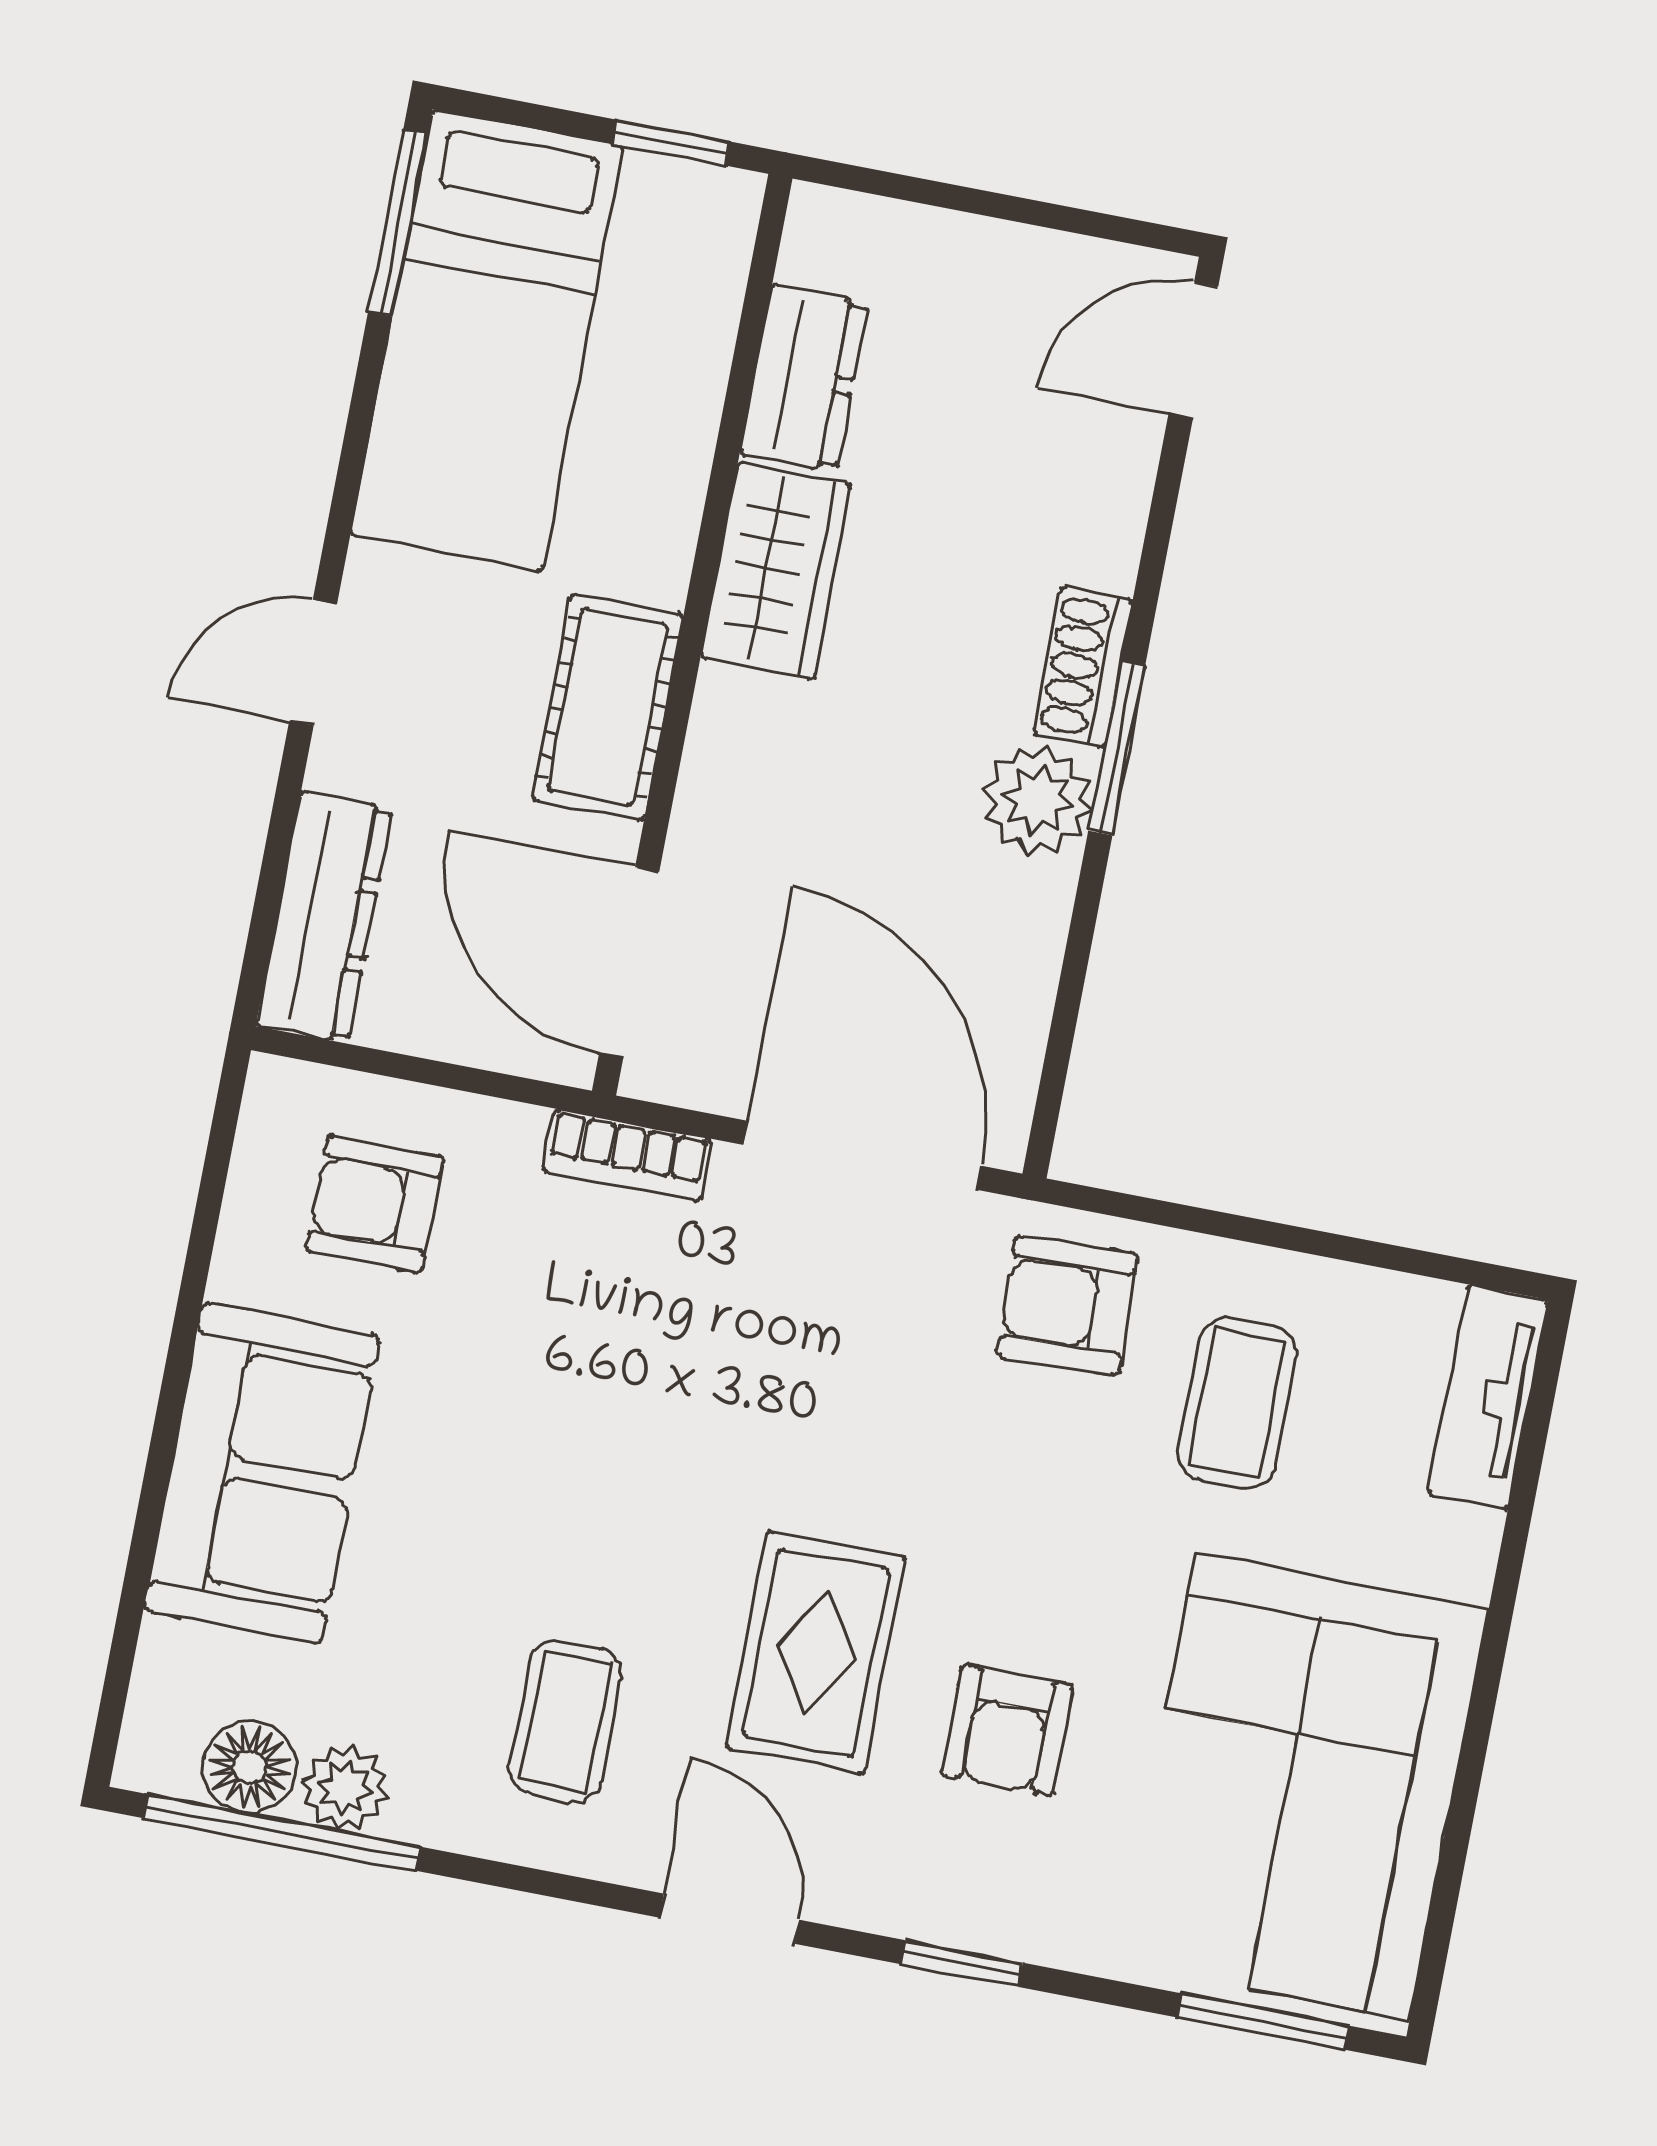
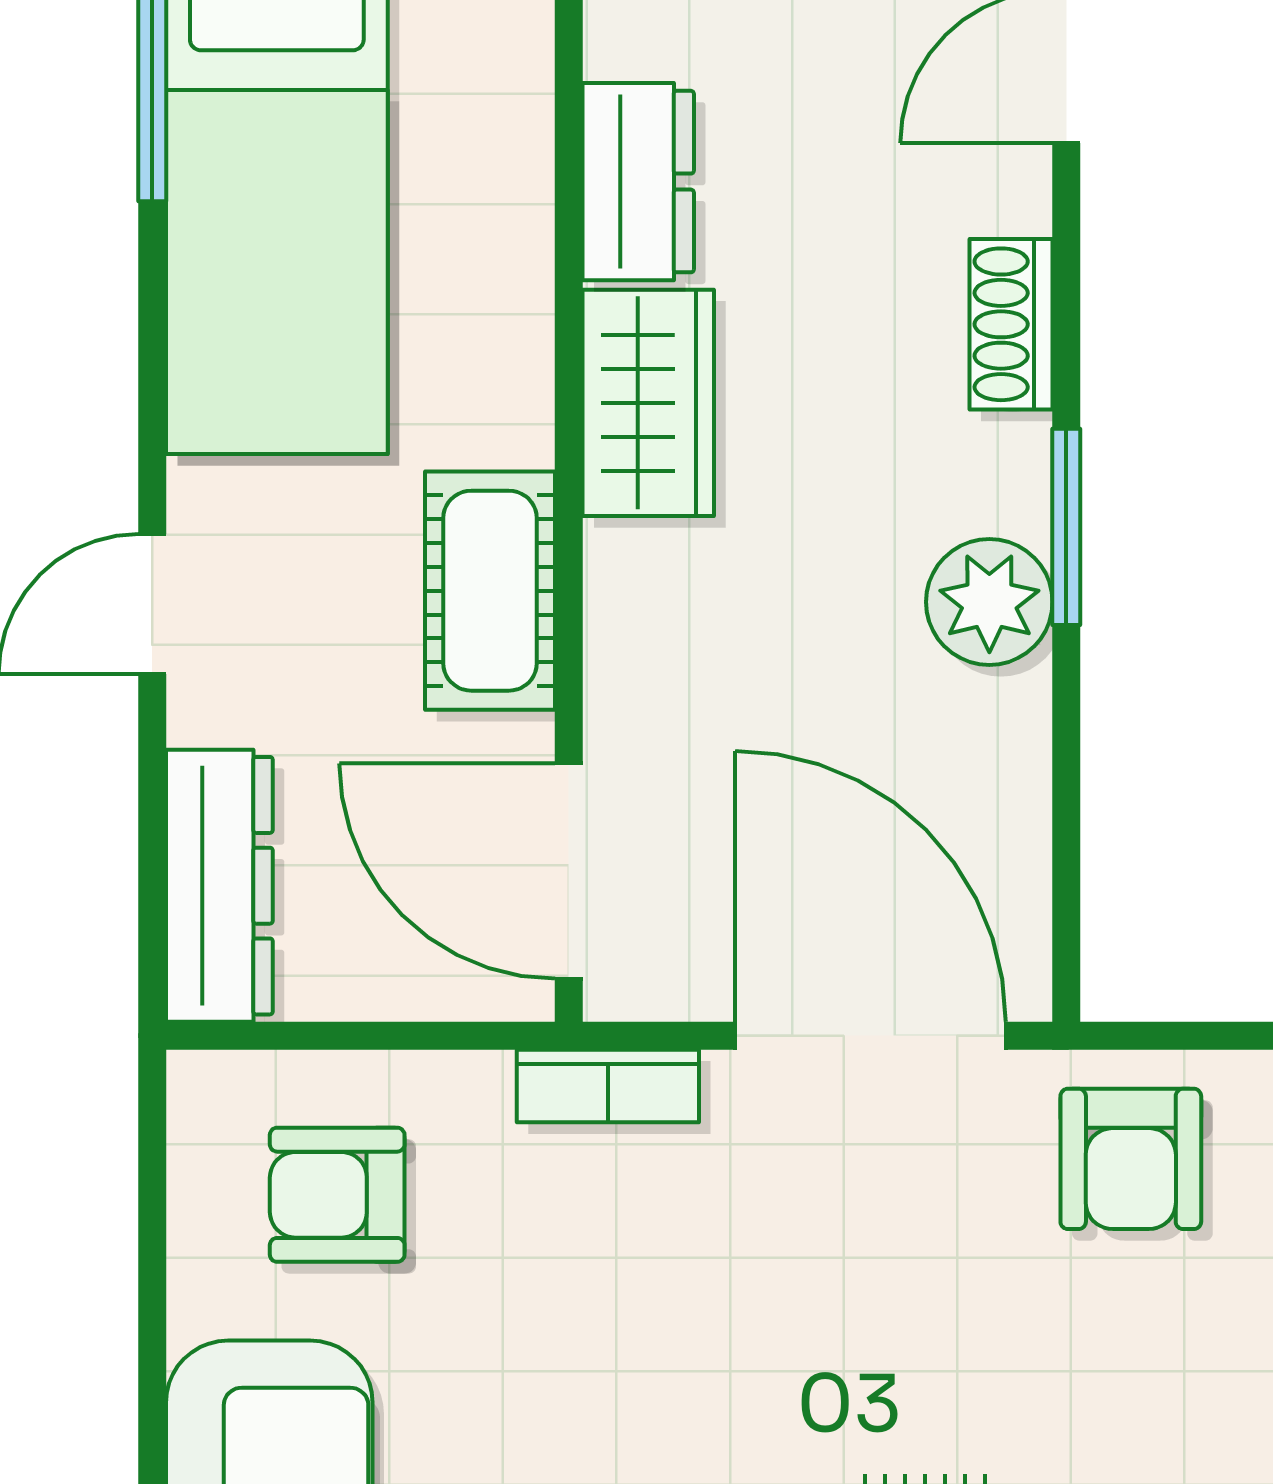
shoe rack: (1083, 667) -> (1011, 324), moved
armchair: (1067, 1305) -> (1131, 1159), turned -88

